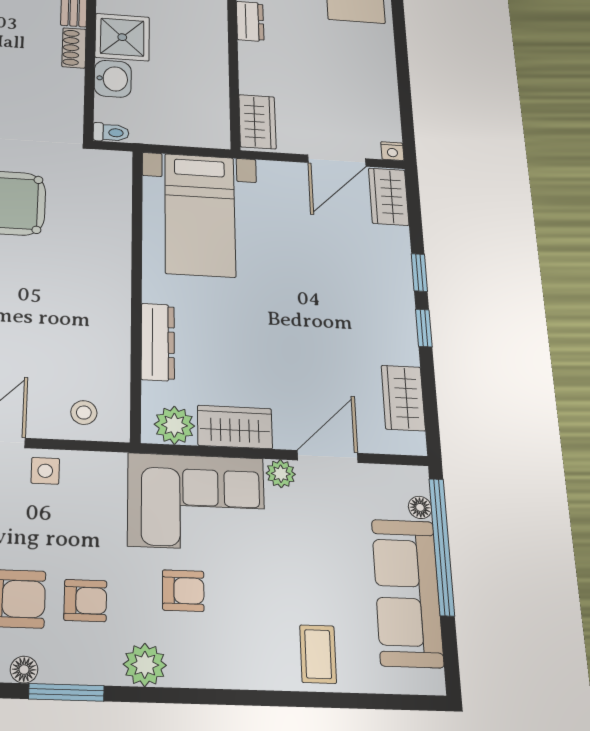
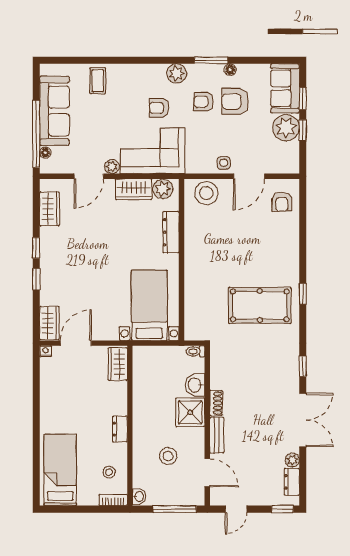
stool: (84, 413) -> (206, 193), width x1.89, depth x1.89

